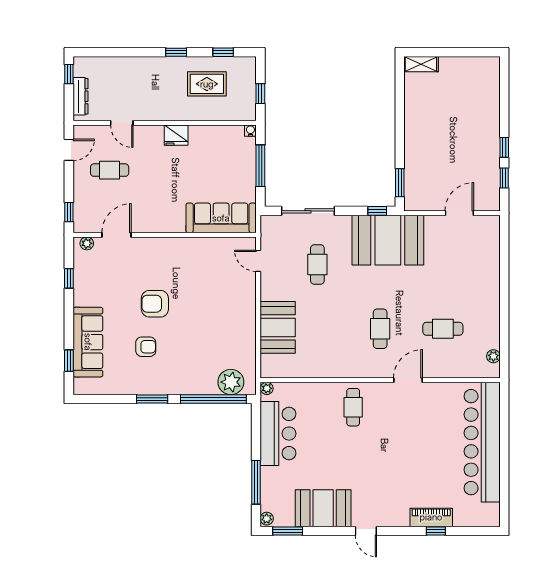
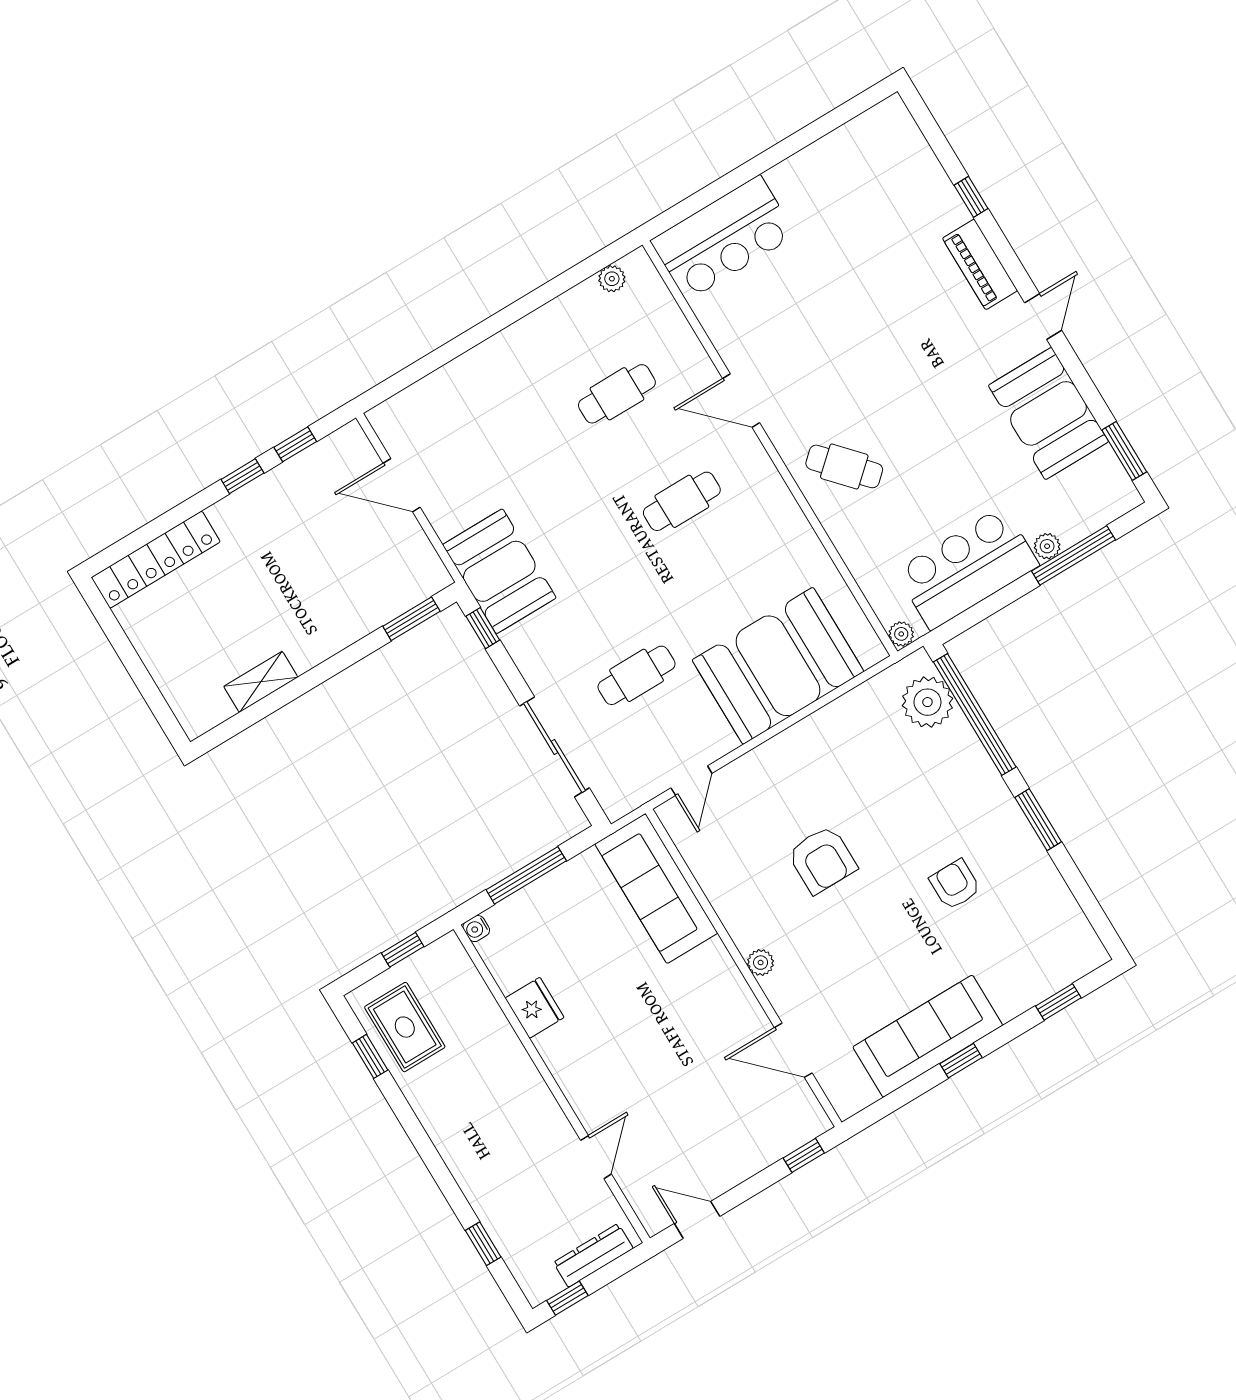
window: (176, 52) -> (483, 1244), moved
shelving: (421, 64) -> (261, 682), moved, turned 90
rug: (207, 84) -> (405, 1027), moved
locker: (491, 89) -> (156, 560), added
fridge: (176, 135) -> (535, 1008), moved
cafe table: (110, 170) -> (690, 1129), removed
booth: (388, 240) -> (499, 571), width x0.73, depth x0.70
plant: (87, 243) -> (761, 963), moved
window: (69, 278) -> (961, 1061), moved
armchair: (155, 304) -> (822, 860), moved
booth: (278, 327) -> (778, 666), width x1.36, depth x1.42
cafe table: (443, 329) -> (617, 394), turned 90
sofa: (88, 342) -> (928, 1036), moved
cafe table: (353, 407) -> (844, 466), turned 48
bar counter: (482, 442) -> (723, 238), width x0.54
piano: (431, 517) -> (980, 264), moved
plant: (267, 519) -> (1047, 546), moved

